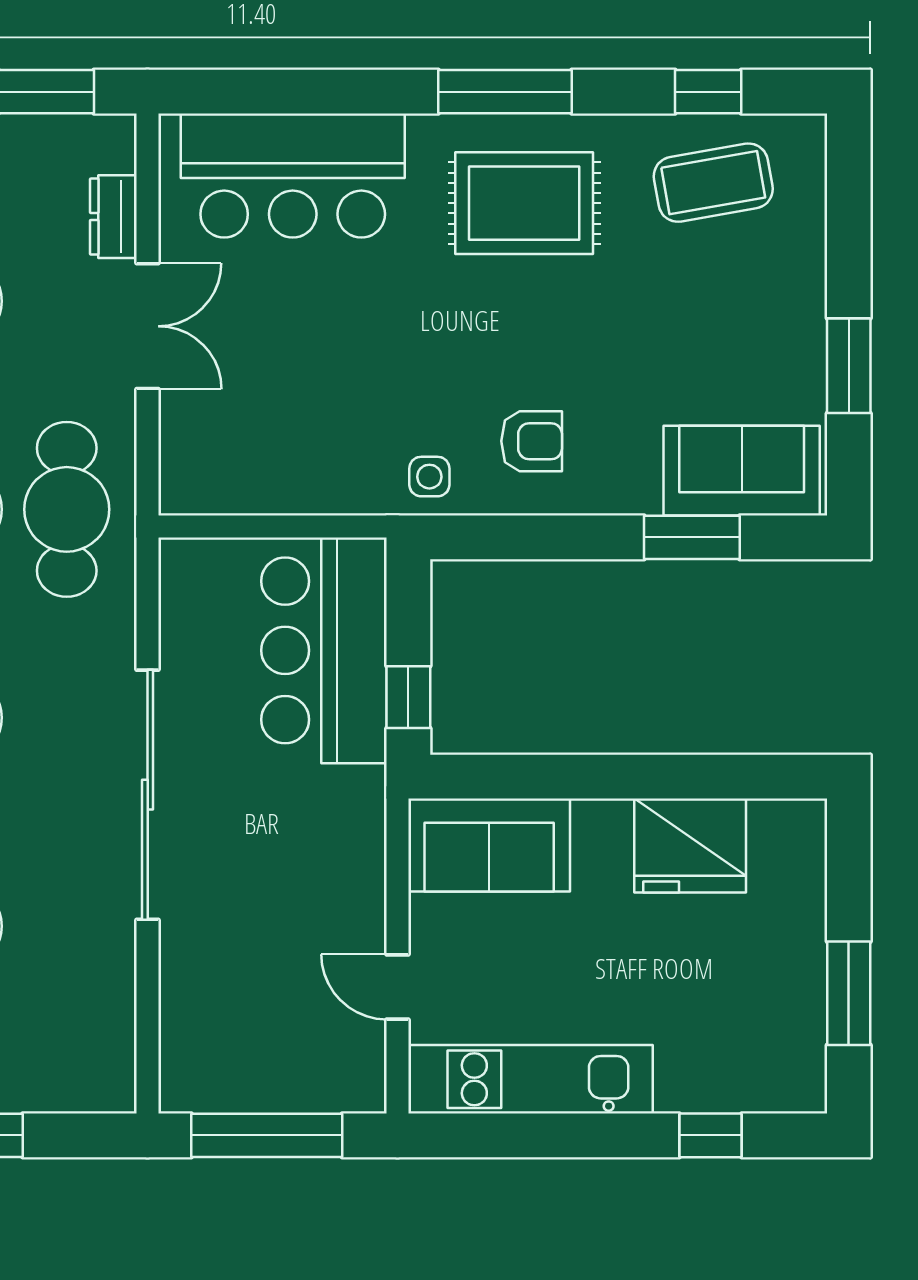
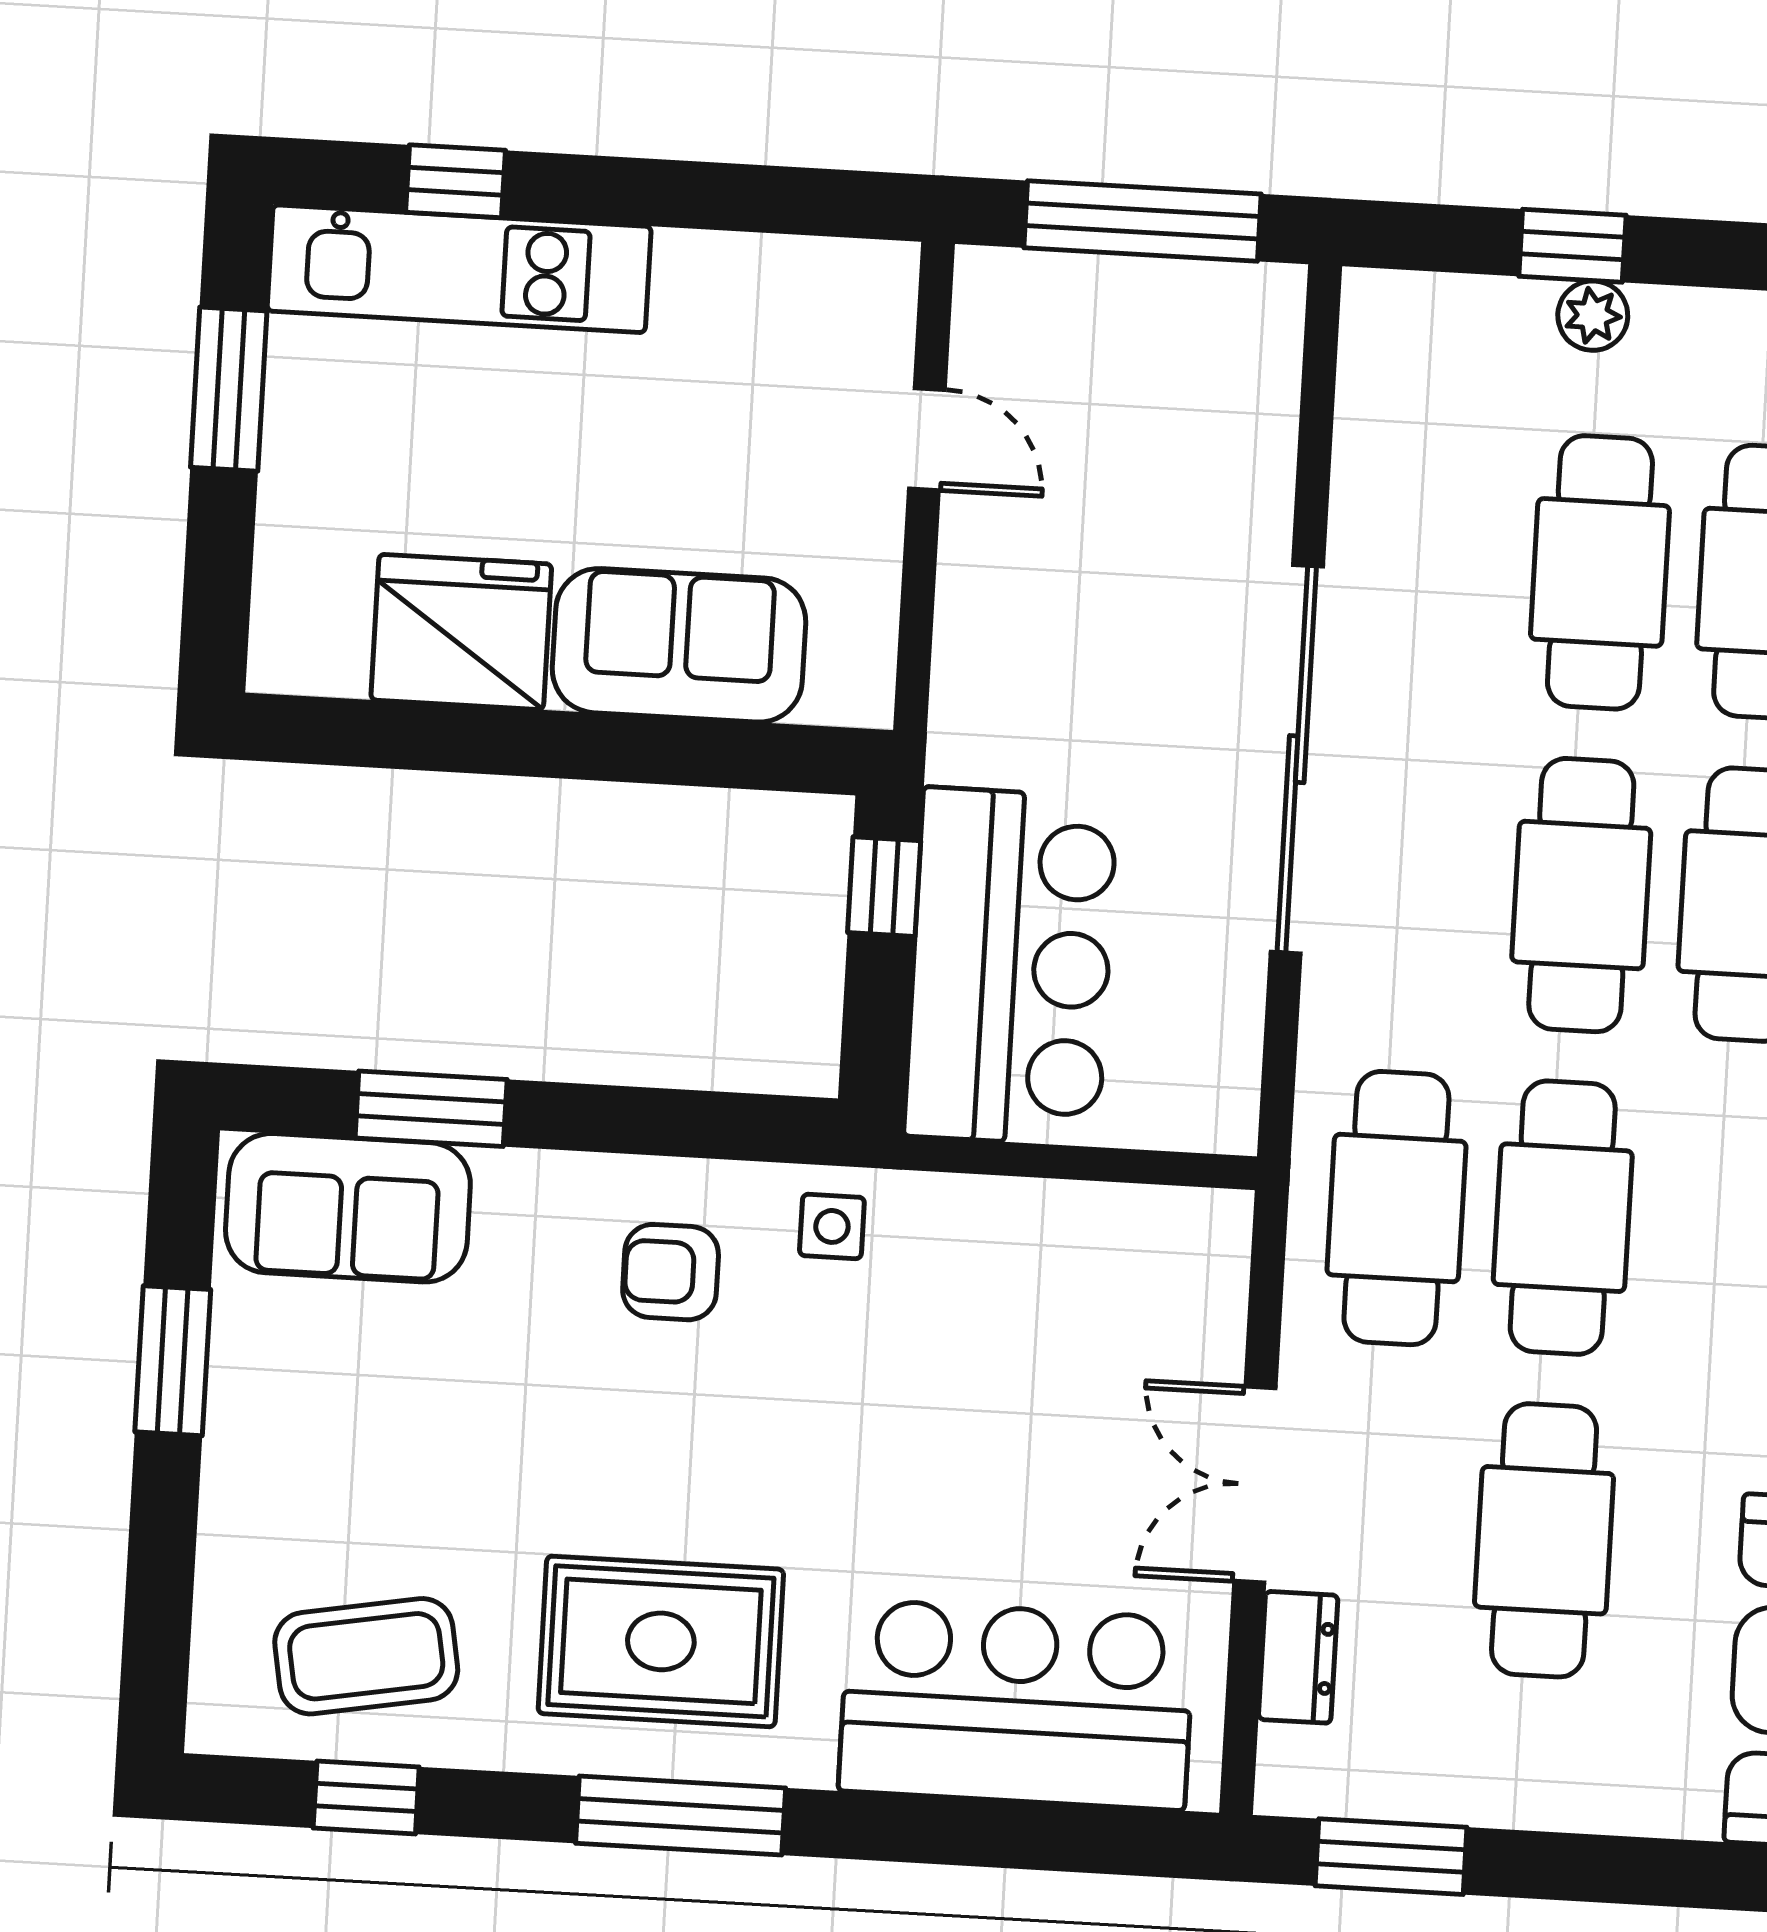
sofa: (489, 845) -> (679, 645), moved
kitchen unit: (531, 1079) -> (459, 269), moved

